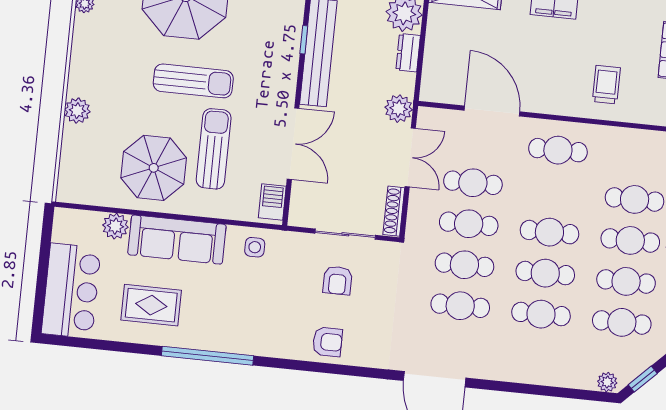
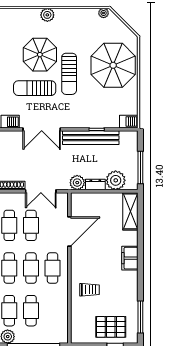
plant: (399, 109) -> (77, 183), moved
sun lounger: (214, 149) -> (35, 88), turned 180
parasol: (154, 168) -> (40, 55), moved
cafe table: (554, 191) -> (31, 268), added

